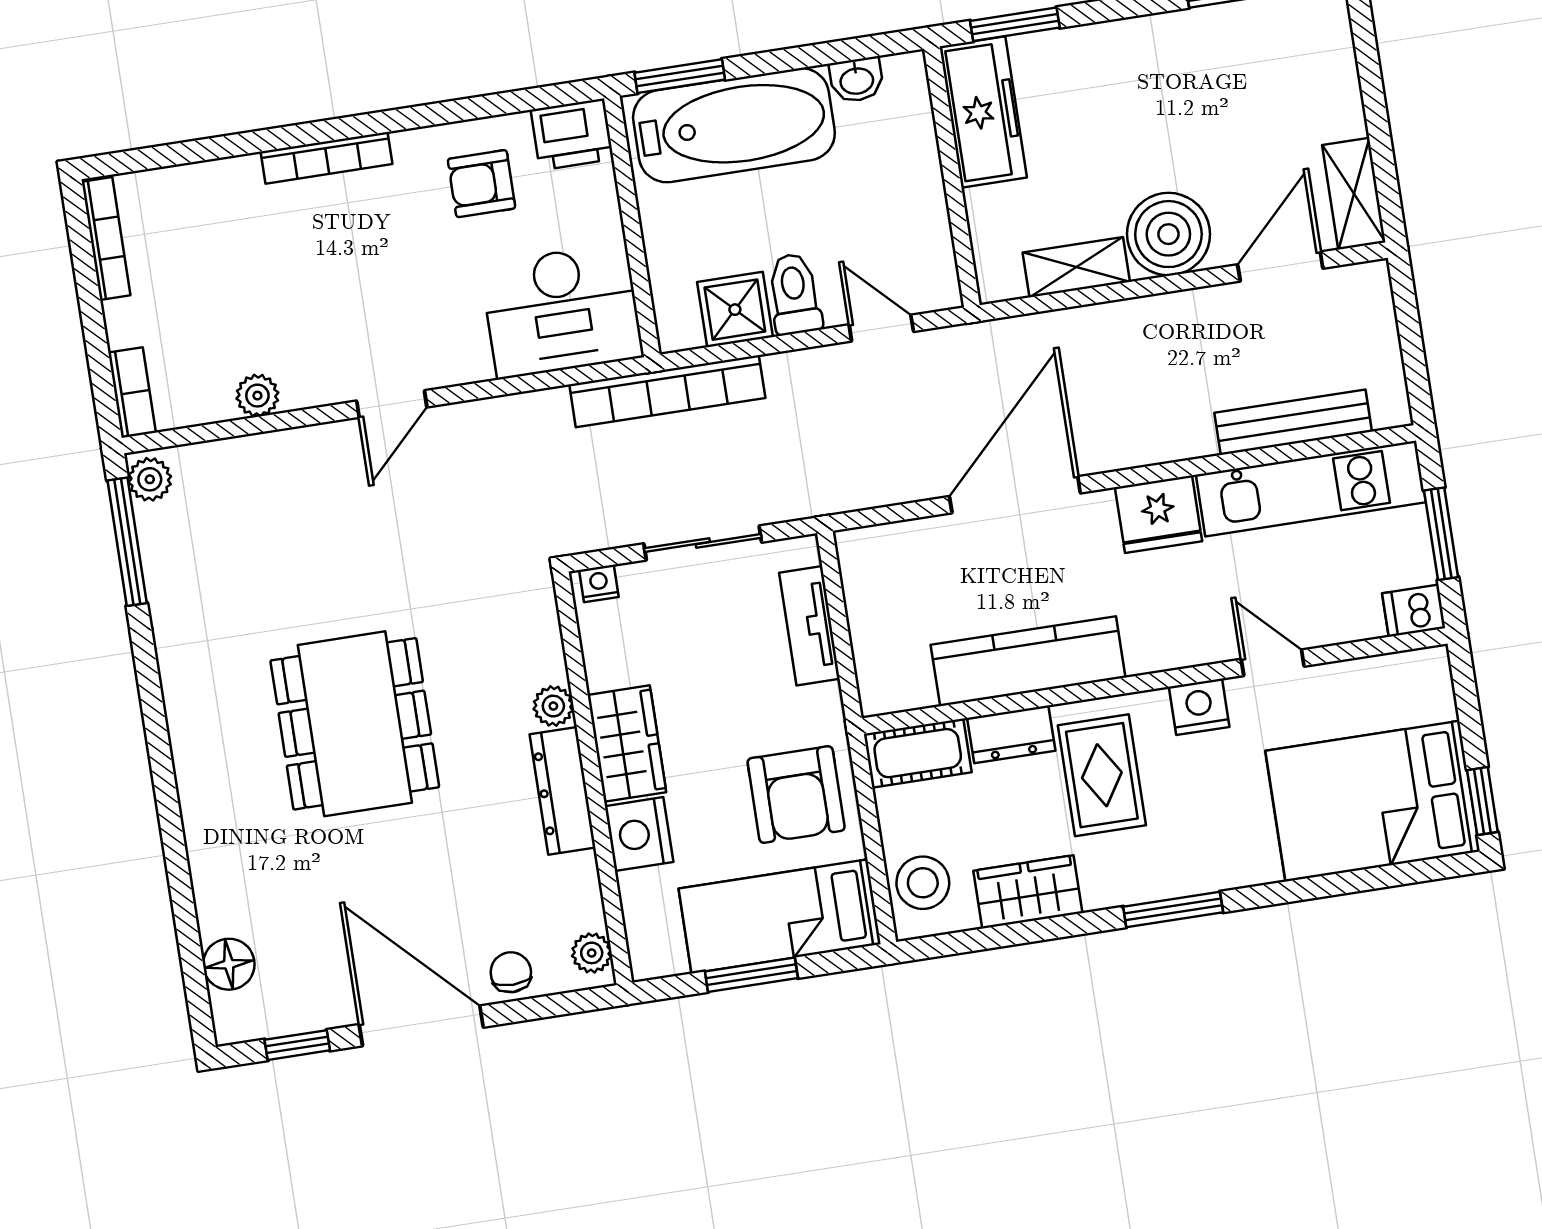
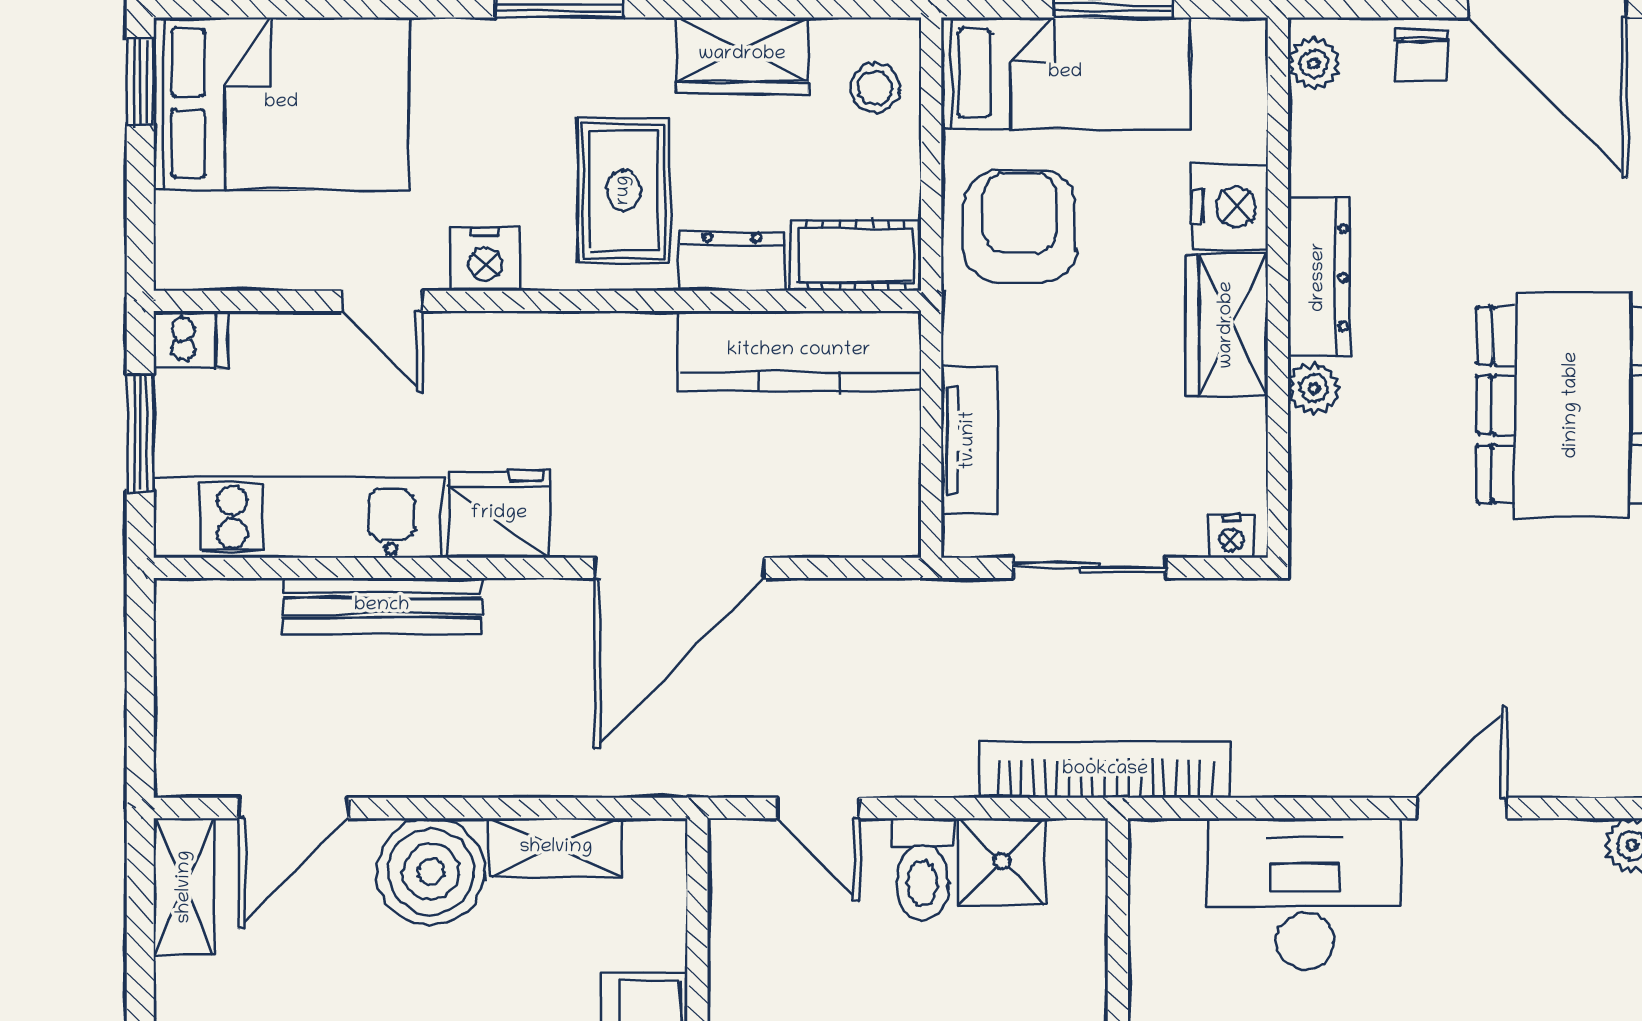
desk: (562, 311) -> (1305, 894), moved
bench: (1293, 422) -> (382, 606), moved
kitchen counter: (1028, 661) -> (799, 351), moved
stool: (923, 883) -> (875, 88), width x0.73, depth x0.73

